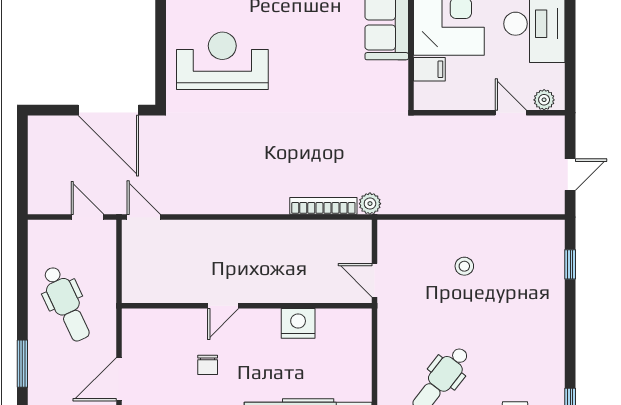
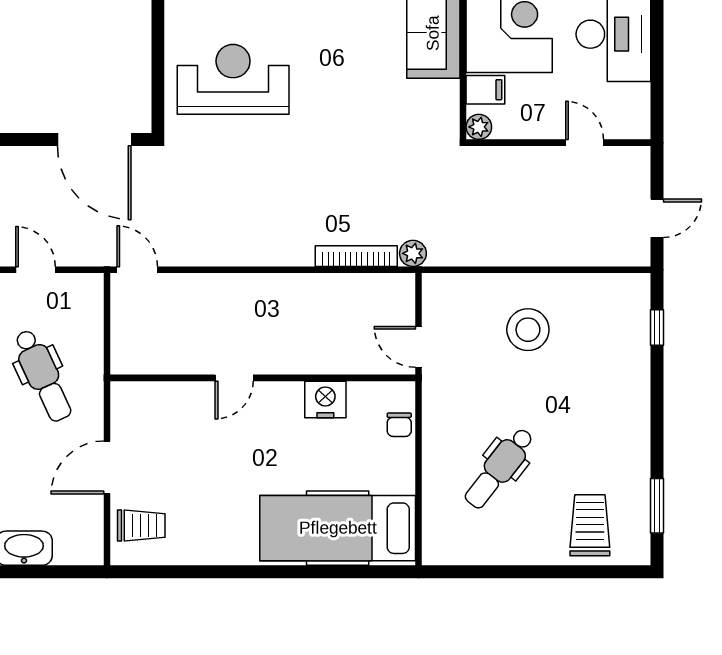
plant: (544, 100) -> (479, 127), moved
door: (87, 217) -> (35, 270), moved
stool: (464, 266) -> (528, 330), width x1.89, depth x1.89
chair: (208, 365) -> (399, 425), moved

